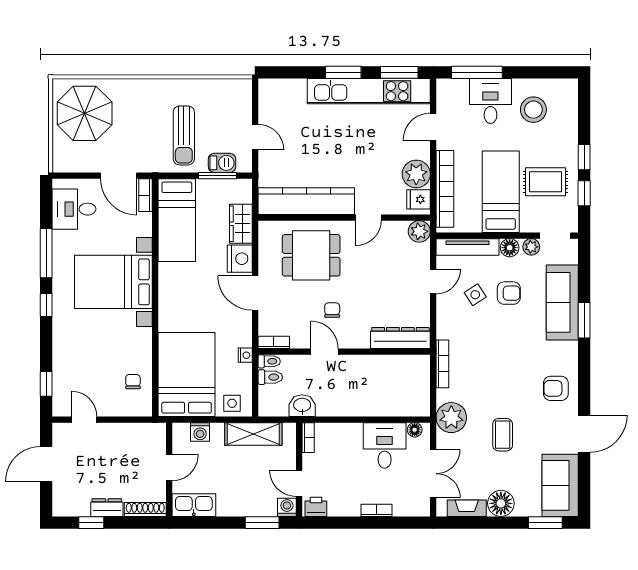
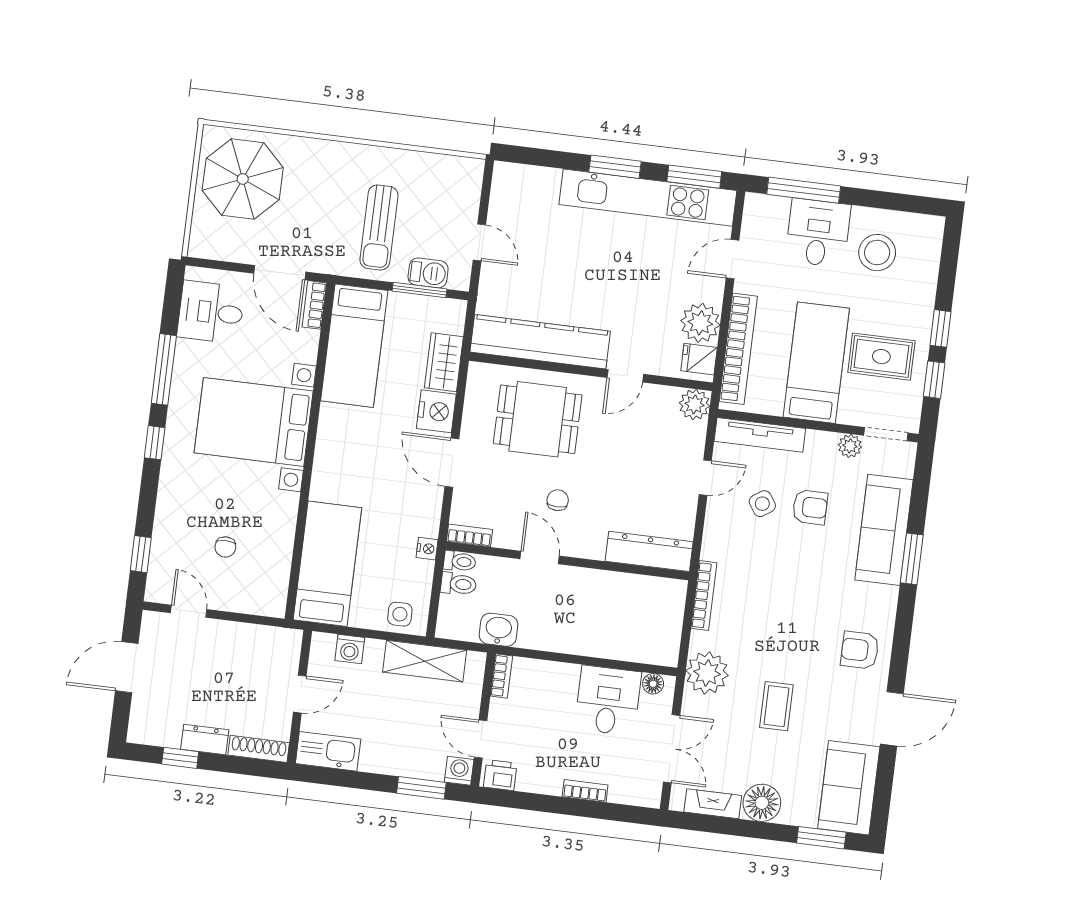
floor lamp: (510, 248) -> (819, 443), removed
bed: (187, 374) -> (327, 564), width x0.67
chair: (133, 382) -> (225, 547), moved, turned 180

